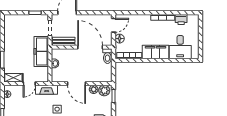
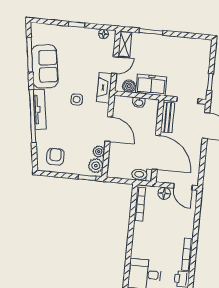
door: (90, 47) -> (156, 152), hinge flipped
freezer: (41, 51) -> (151, 85), width x0.71
filing cabinet: (156, 52) -> (141, 240), removed
boiler: (44, 72) -> (129, 86), added
door: (29, 84) -> (115, 65), swing flipped
door: (77, 84) -> (109, 129), swing flipped

